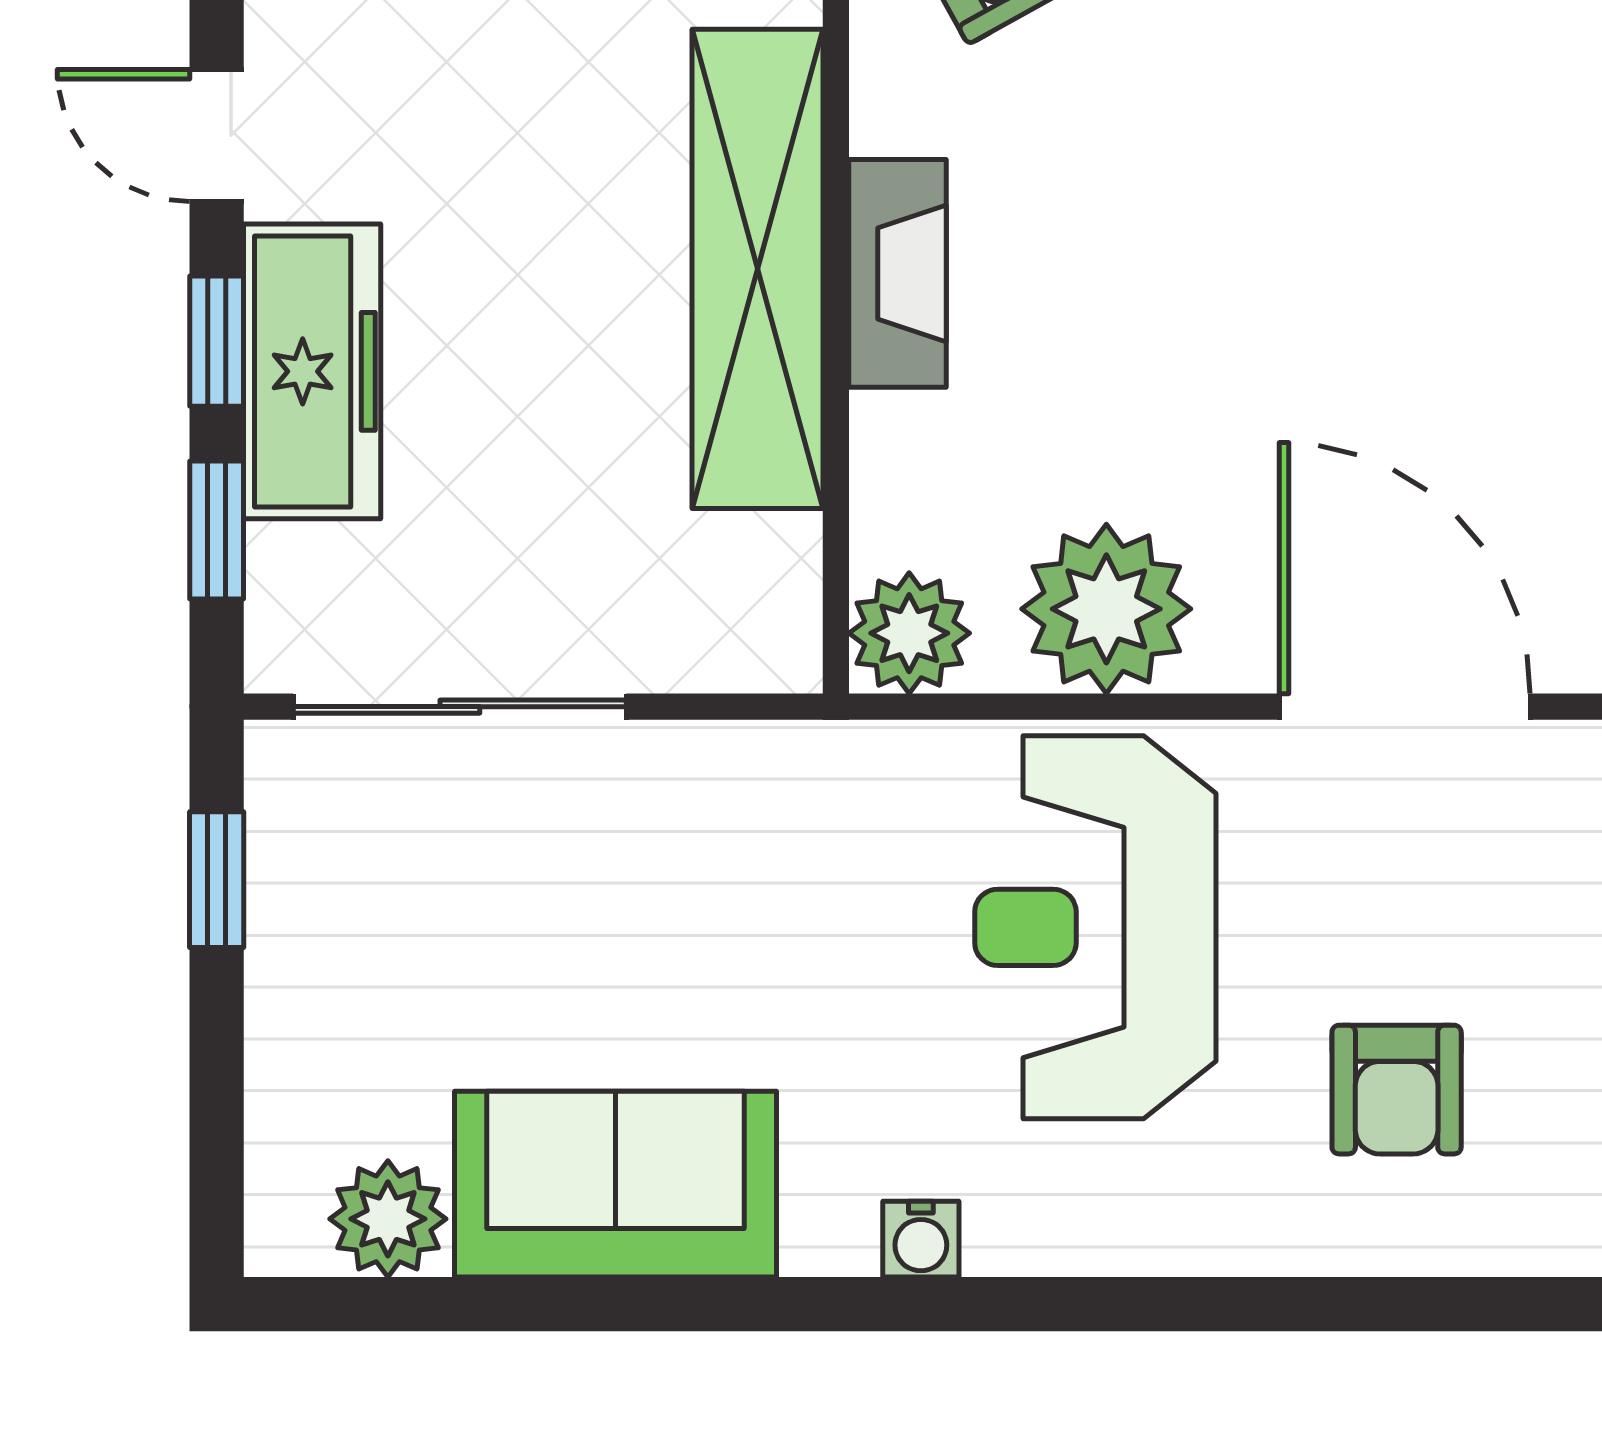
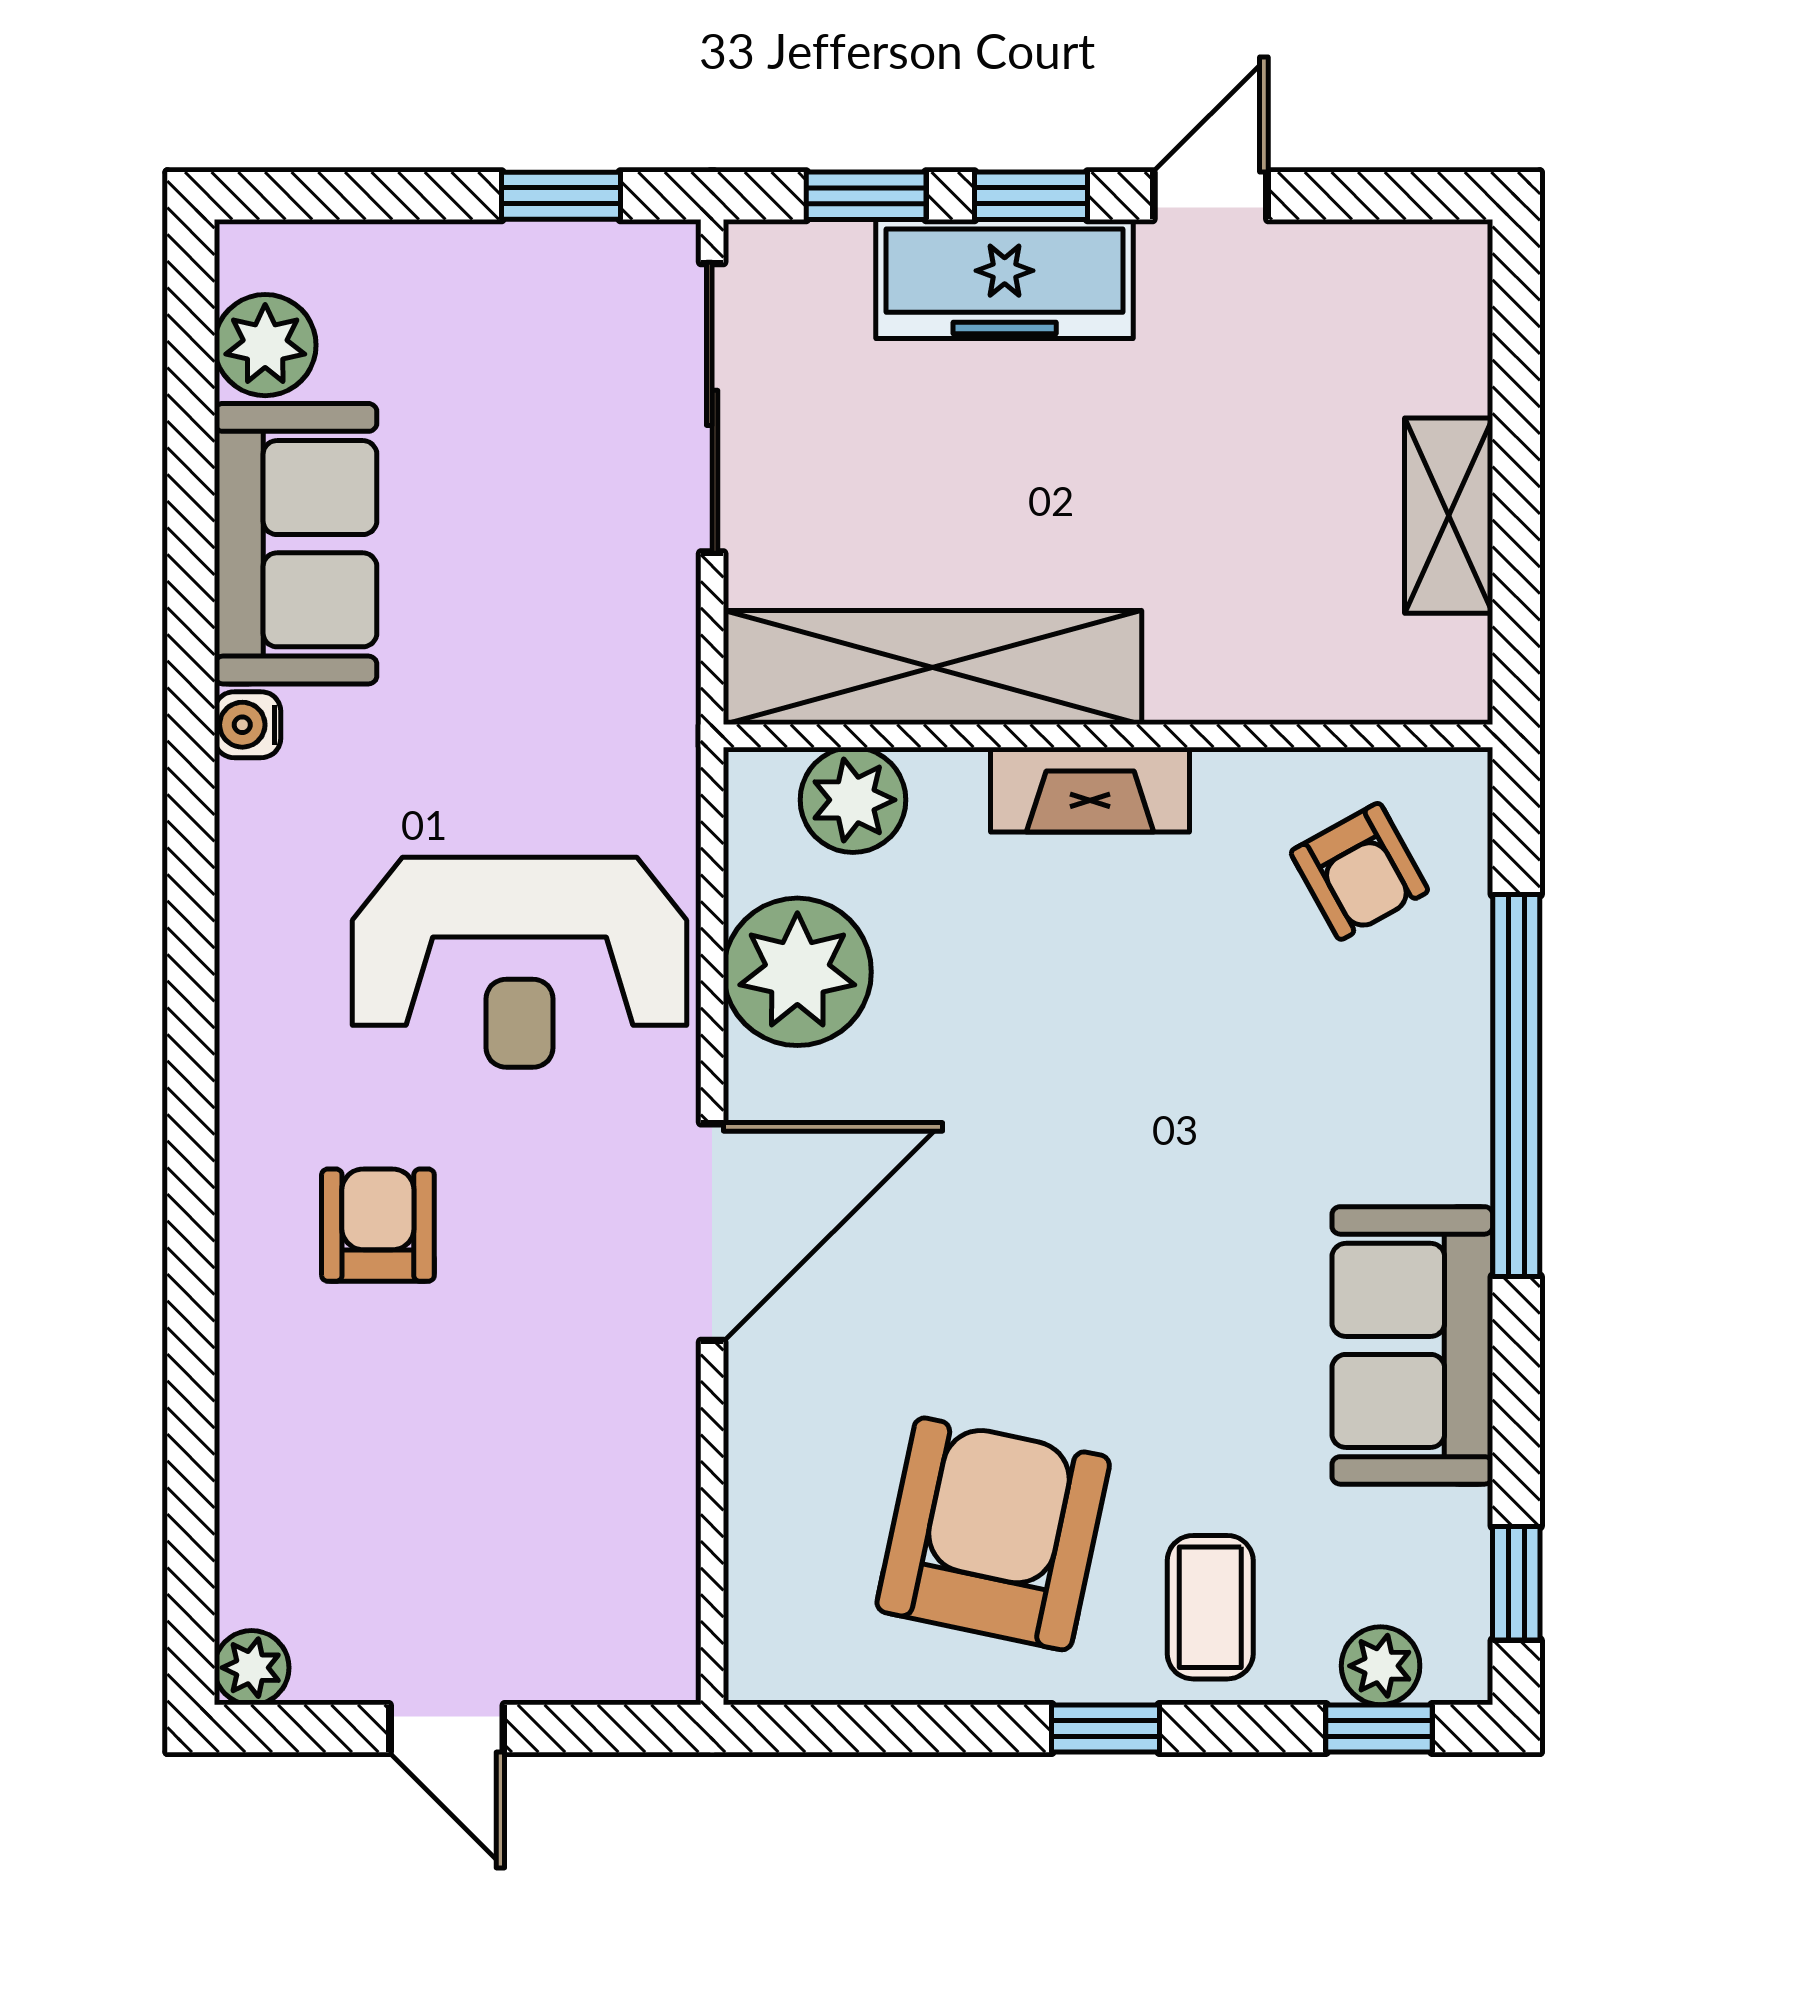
shelving: (757, 269) -> (933, 668), moved
plant: (909, 633) -> (853, 800), moved
reception desk: (1095, 927) -> (520, 962), turned 180
armchair: (1397, 1090) -> (378, 1225), turned 90
water cooler: (921, 1239) -> (248, 725), moved

